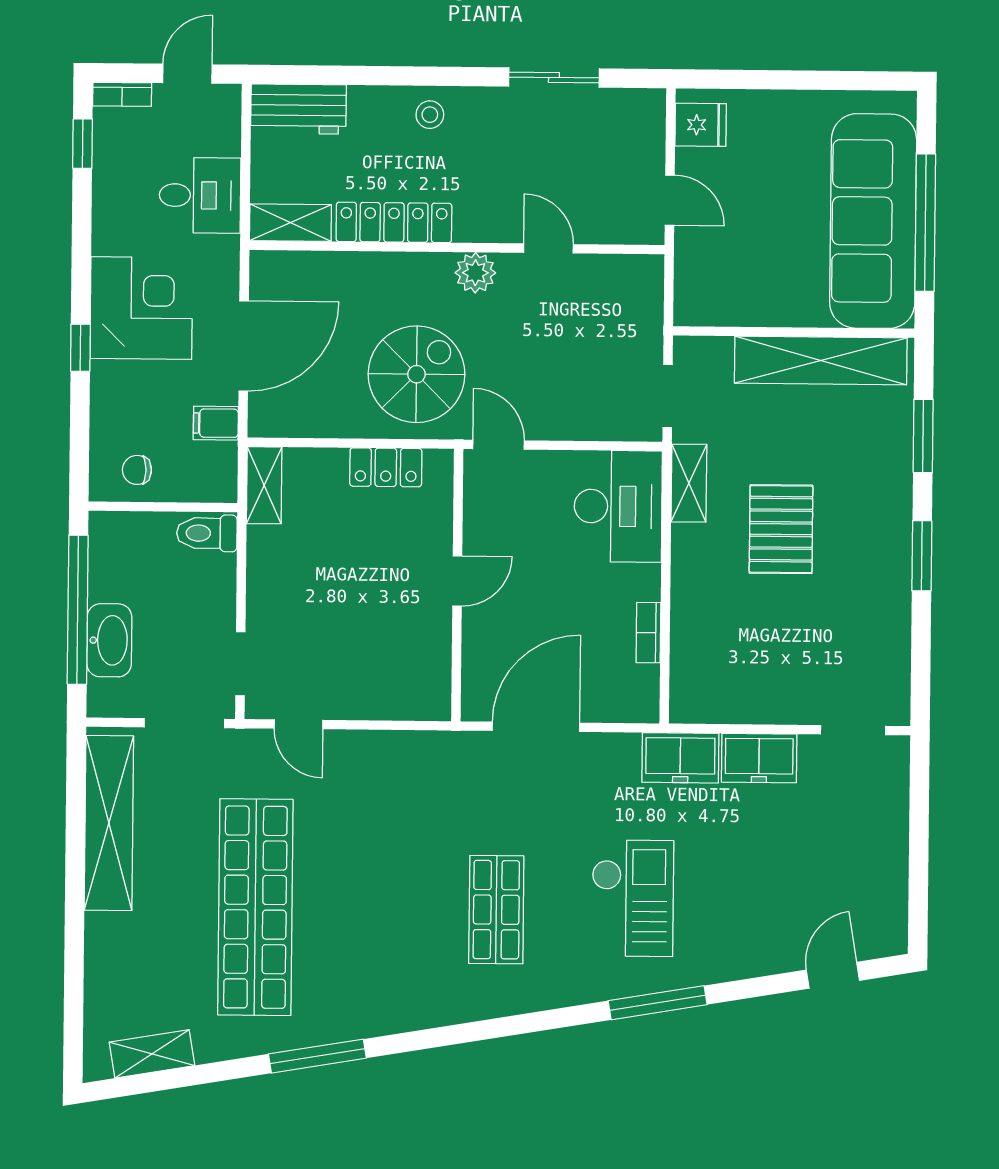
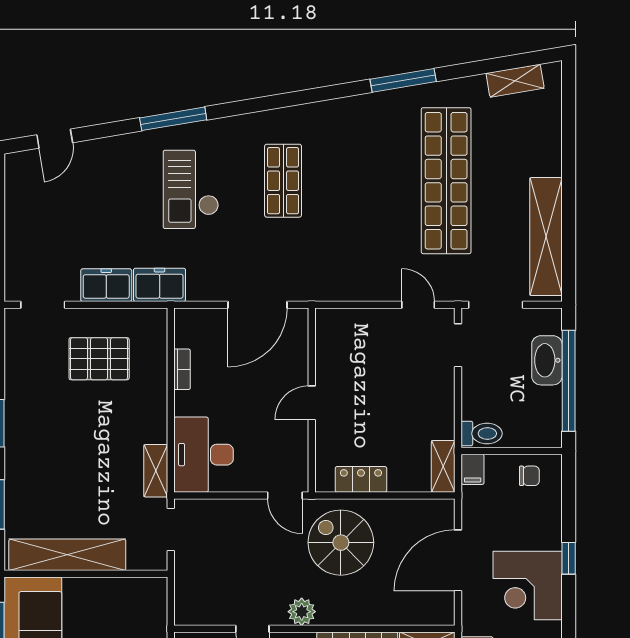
spiral stairs: (417, 374) -> (341, 543), turned 90
filing cabinet: (216, 423) -> (473, 469), moved, turned 90
pallet: (781, 529) -> (99, 359), moved, turned 90

